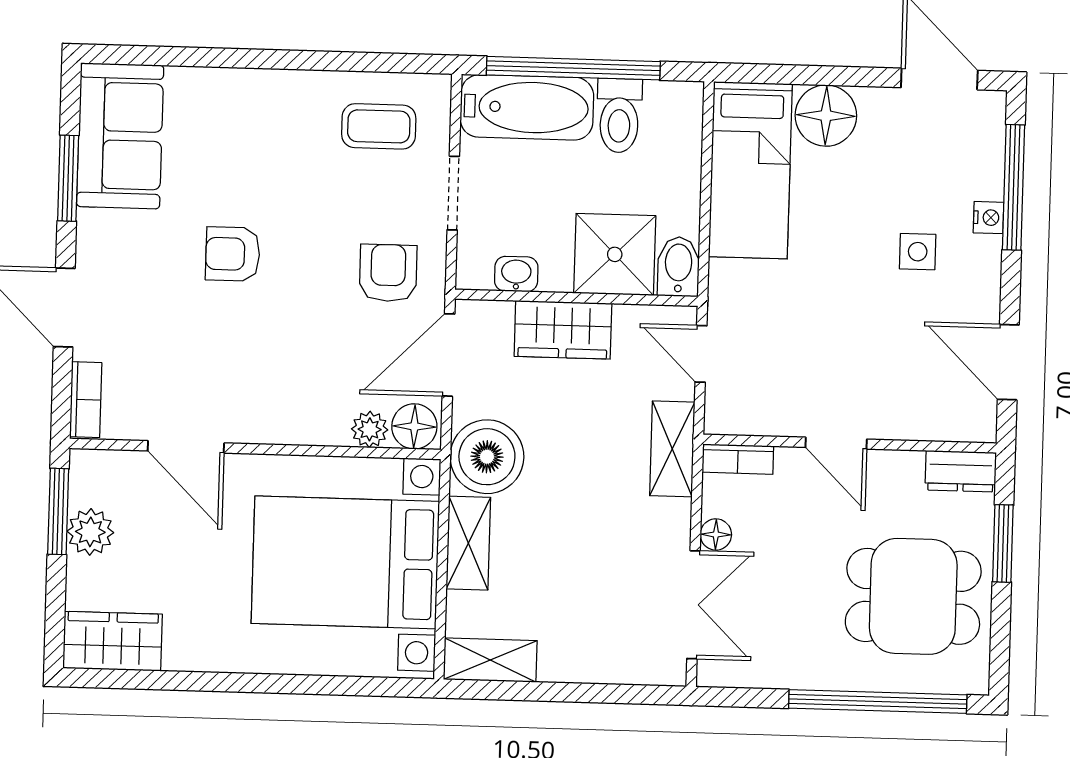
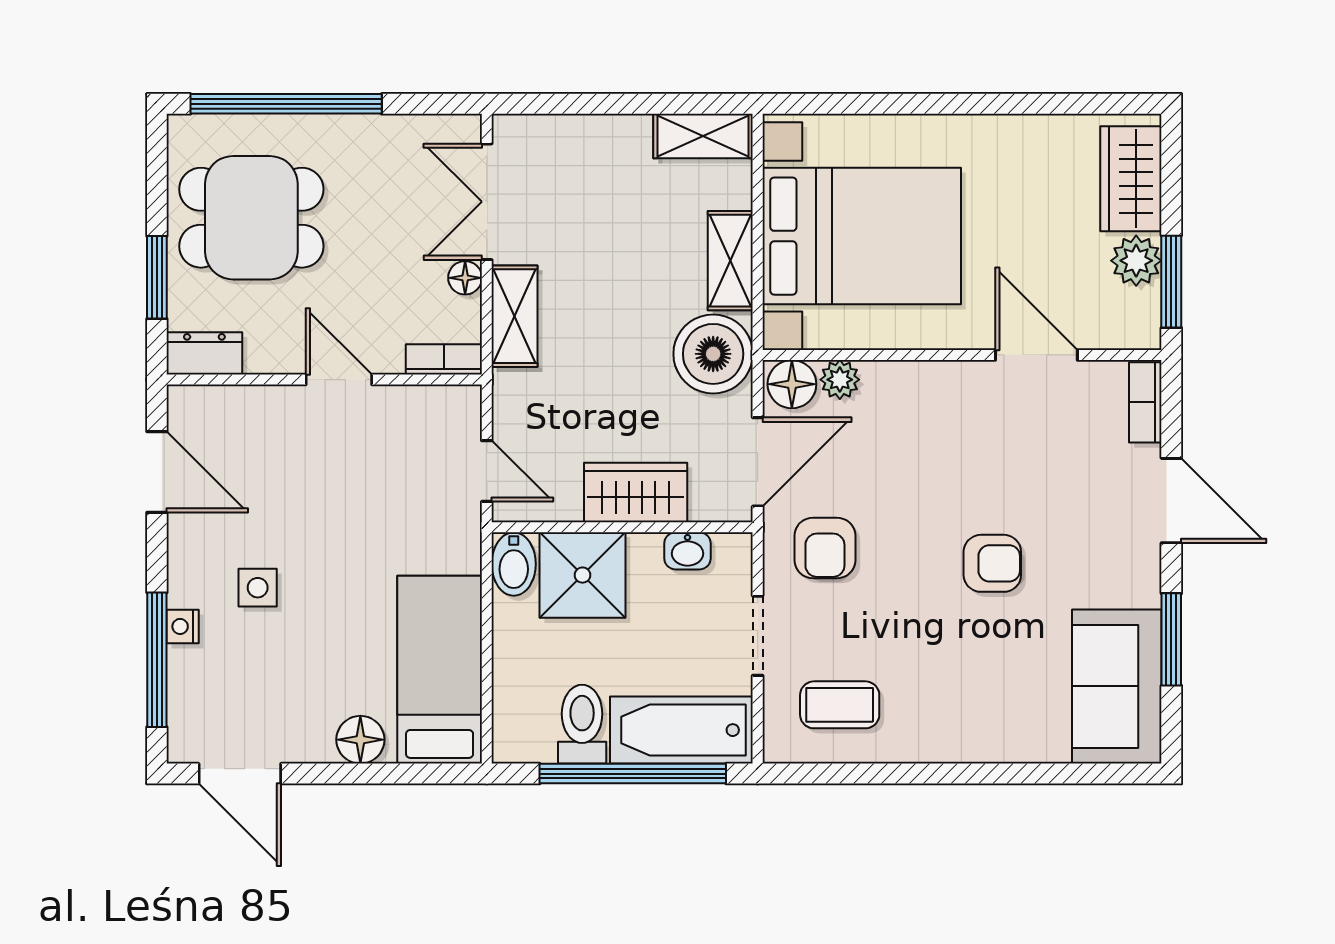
floor lamp: (826, 116) -> (360, 740), width x0.73, depth x0.73
shelving: (672, 449) -> (515, 316), moved
wardrobe: (113, 641) -> (1131, 179), moved, turned 90

